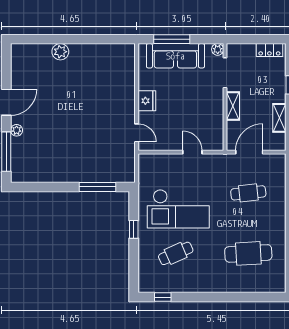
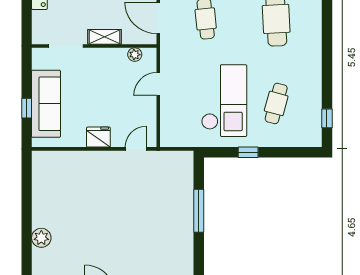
window: (172, 39) -> (27, 108), width x0.46
plant: (218, 49) -> (135, 55), moved
window: (97, 187) -> (199, 211), moved
cafe table: (176, 253) -> (276, 103), turned 39

